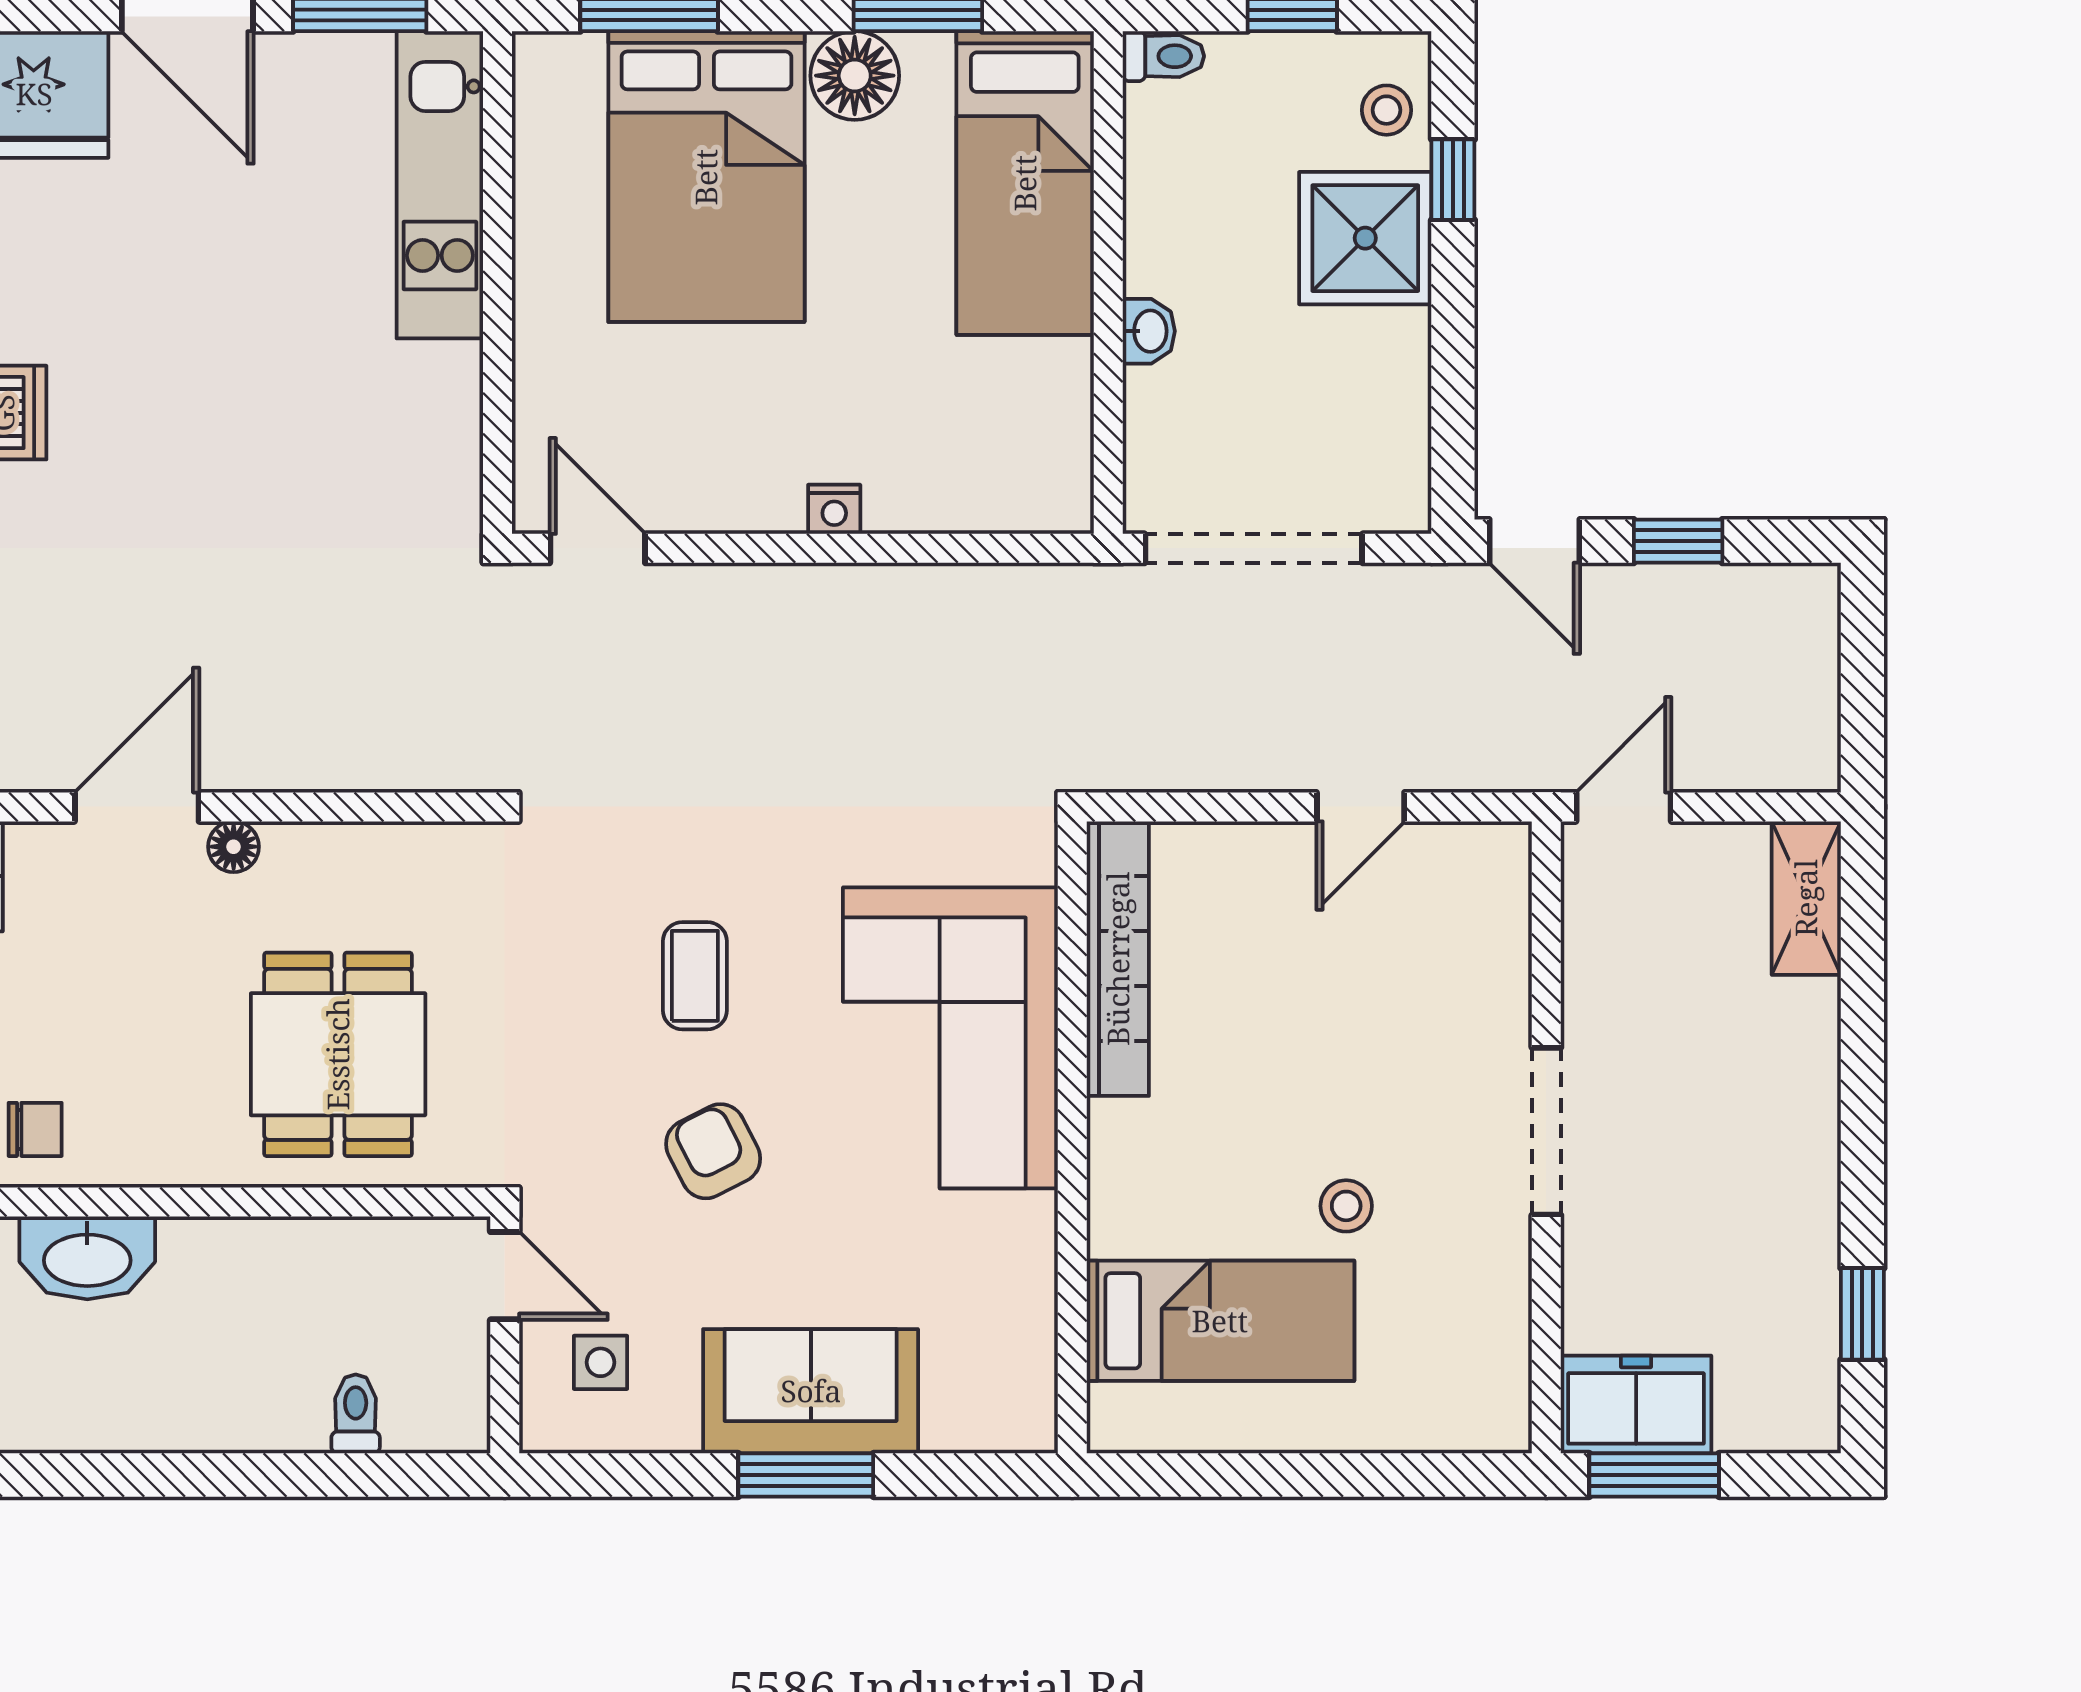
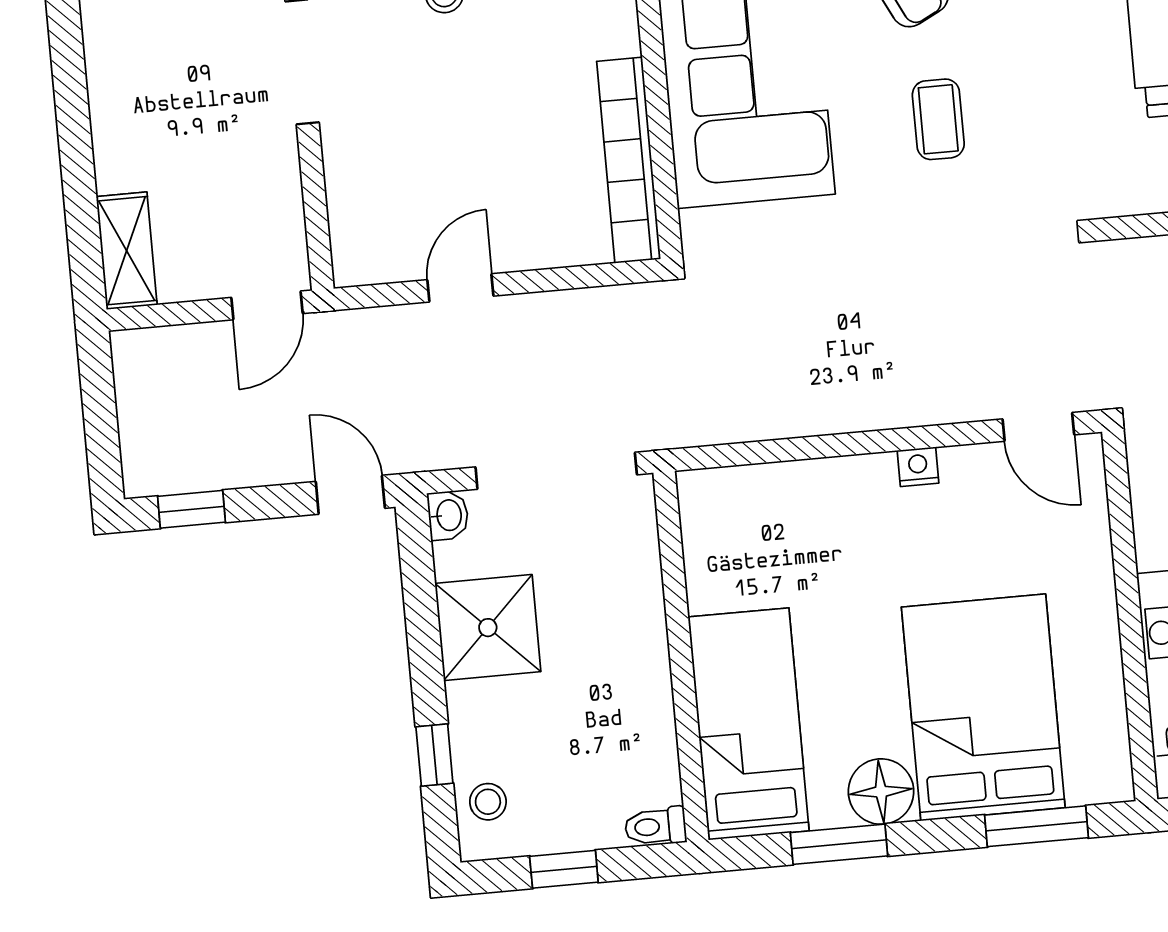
shower: (1365, 238) -> (488, 628), moved
washbasin: (1149, 331) -> (448, 515), moved, turned 180
nightstand: (834, 509) -> (918, 467), moved
window: (1678, 541) -> (191, 509), moved

